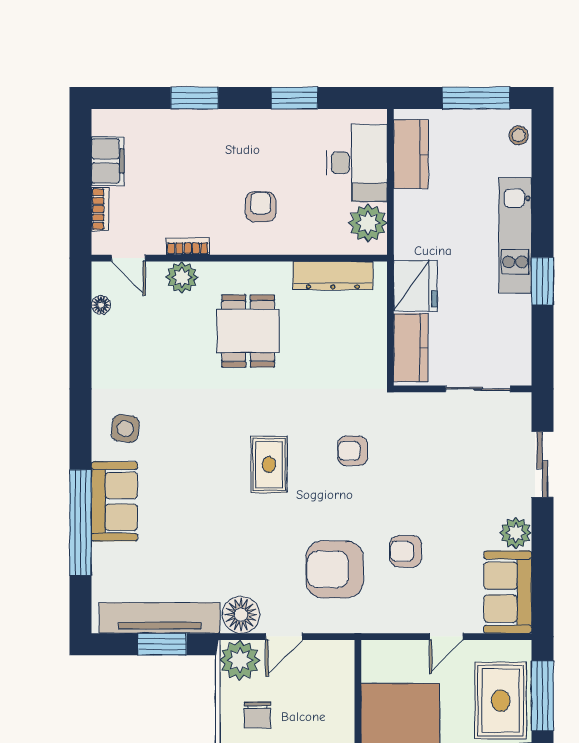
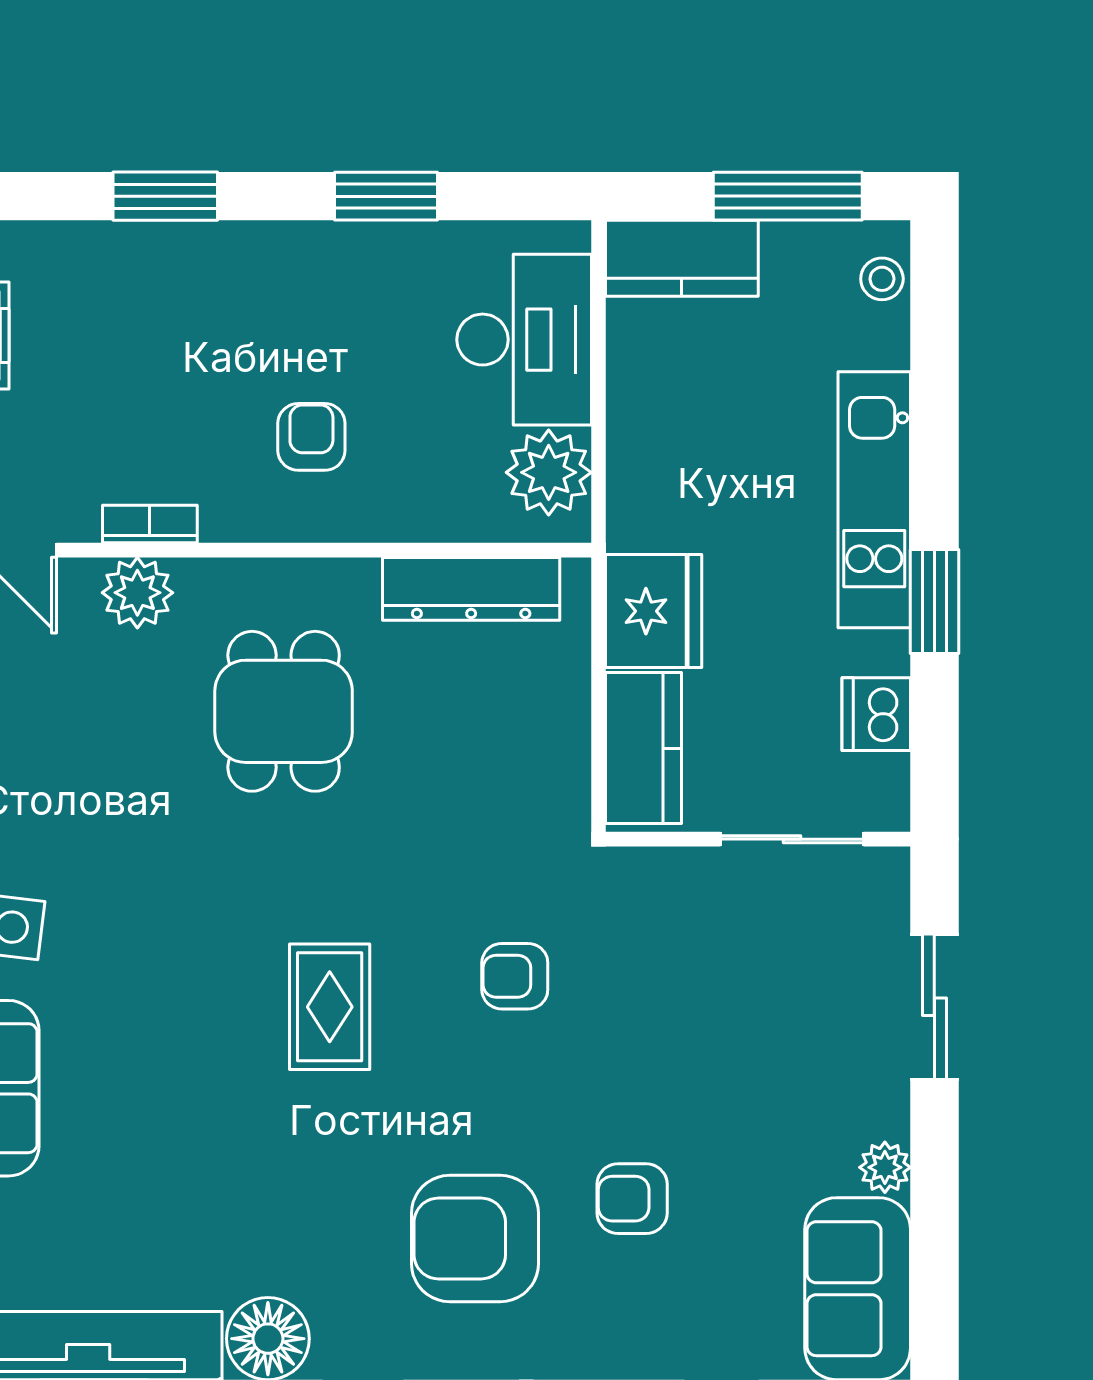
kitchen counter: (411, 154) -> (682, 258), moved, turned 90
dishwasher: (516, 332) -> (876, 714), added
plant: (516, 533) -> (885, 1167), width x0.73, depth x0.73

